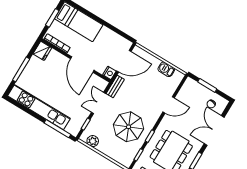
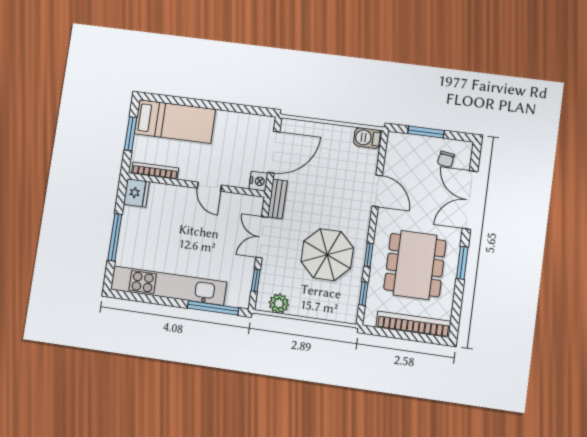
door: (82, 64) -> (209, 187), width x0.53
barbecue: (166, 69) -> (368, 138), moved
door: (169, 105) -> (377, 191), hinge flipped

